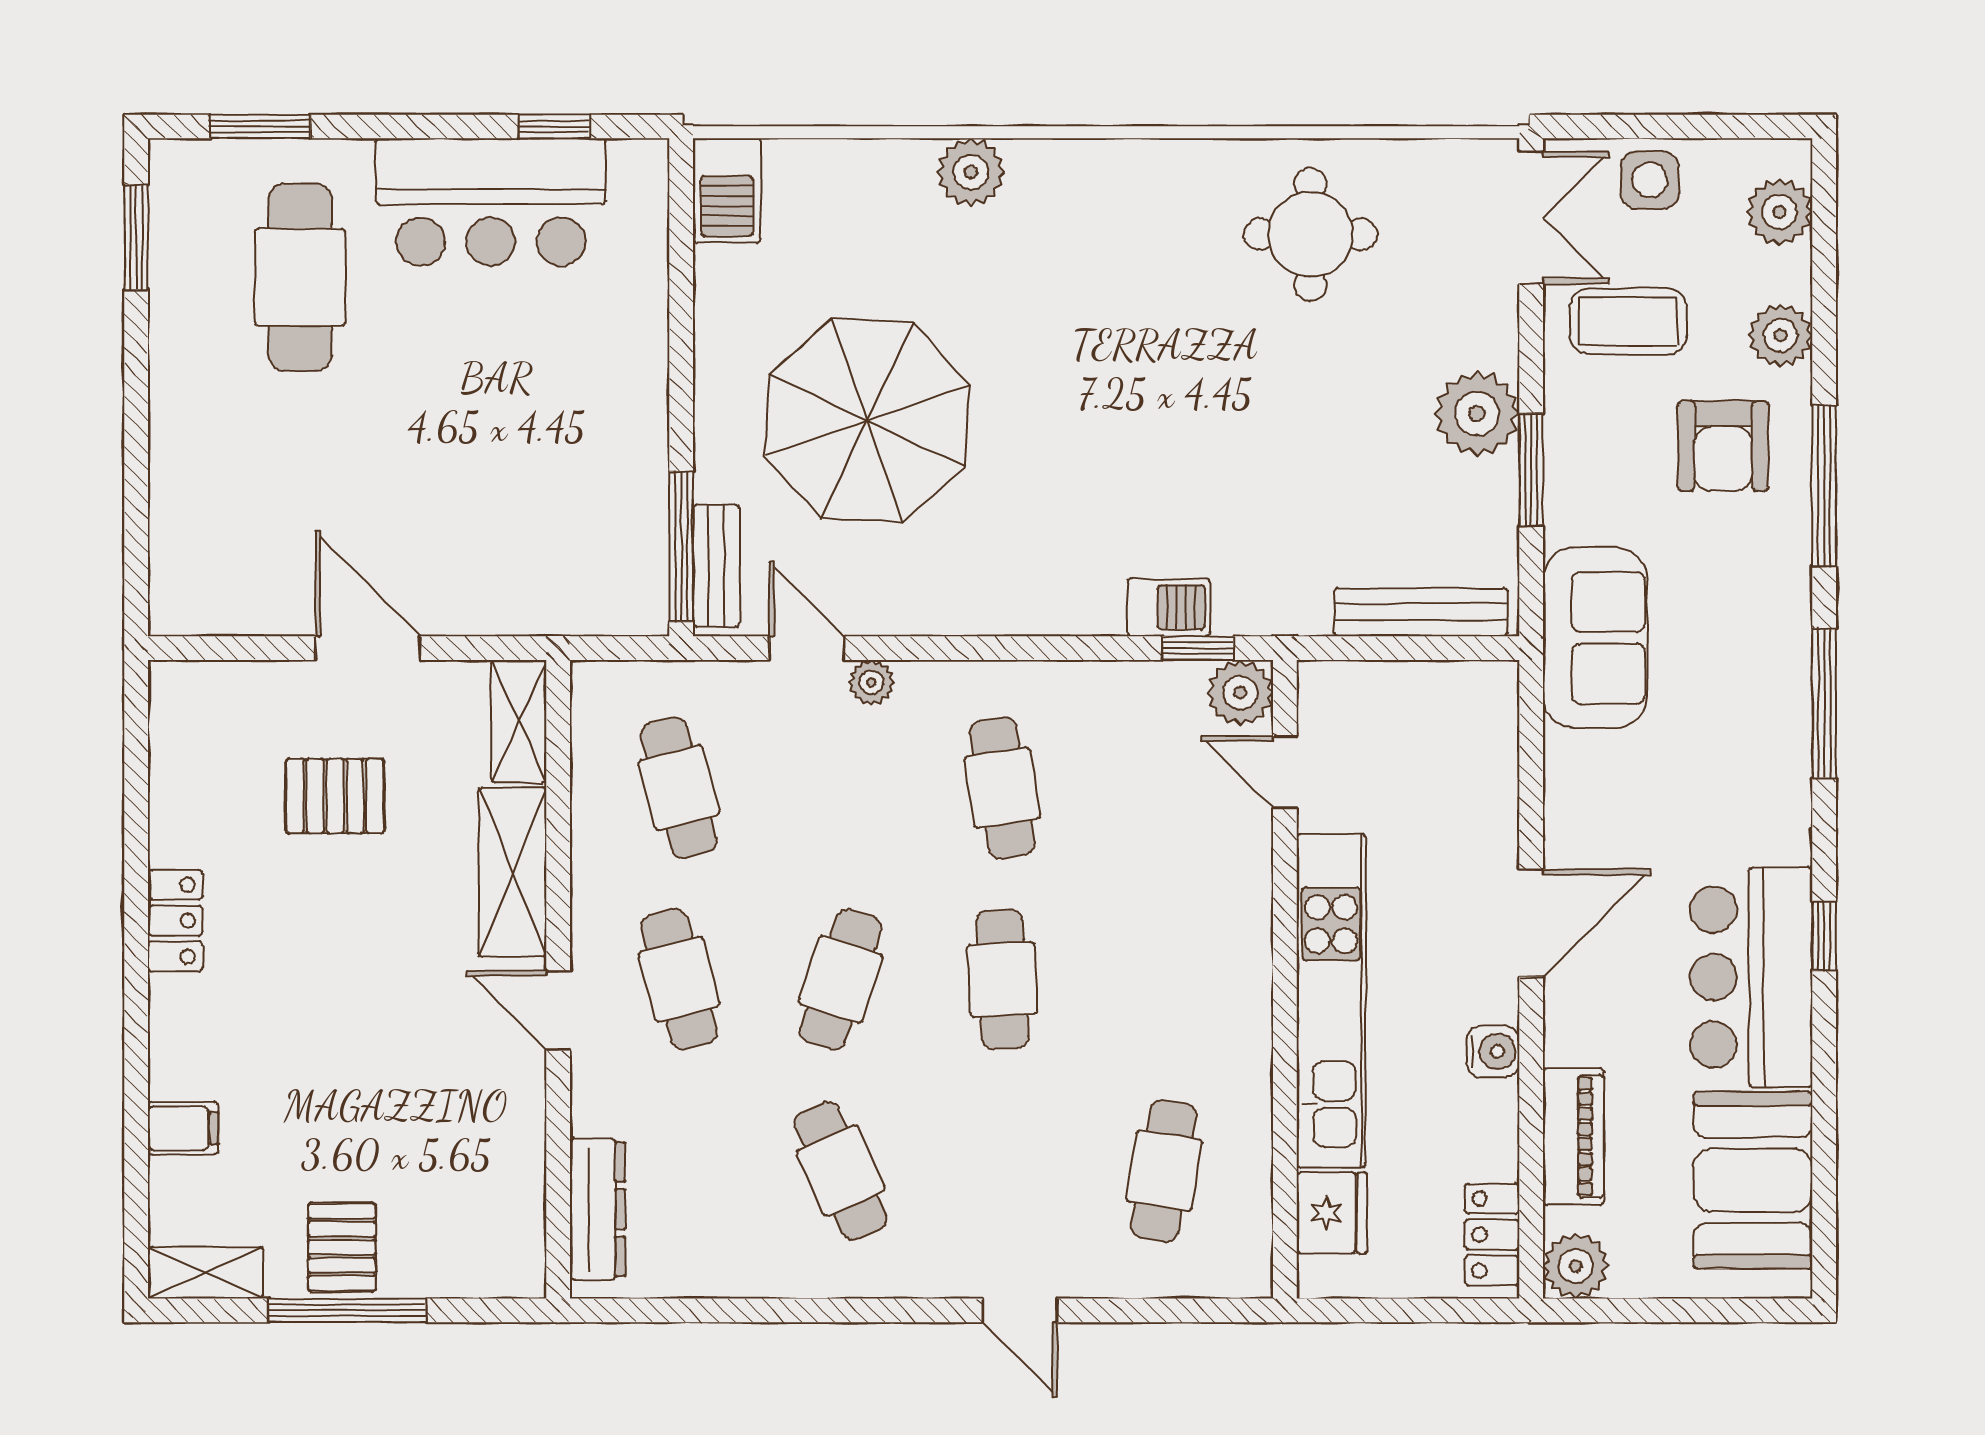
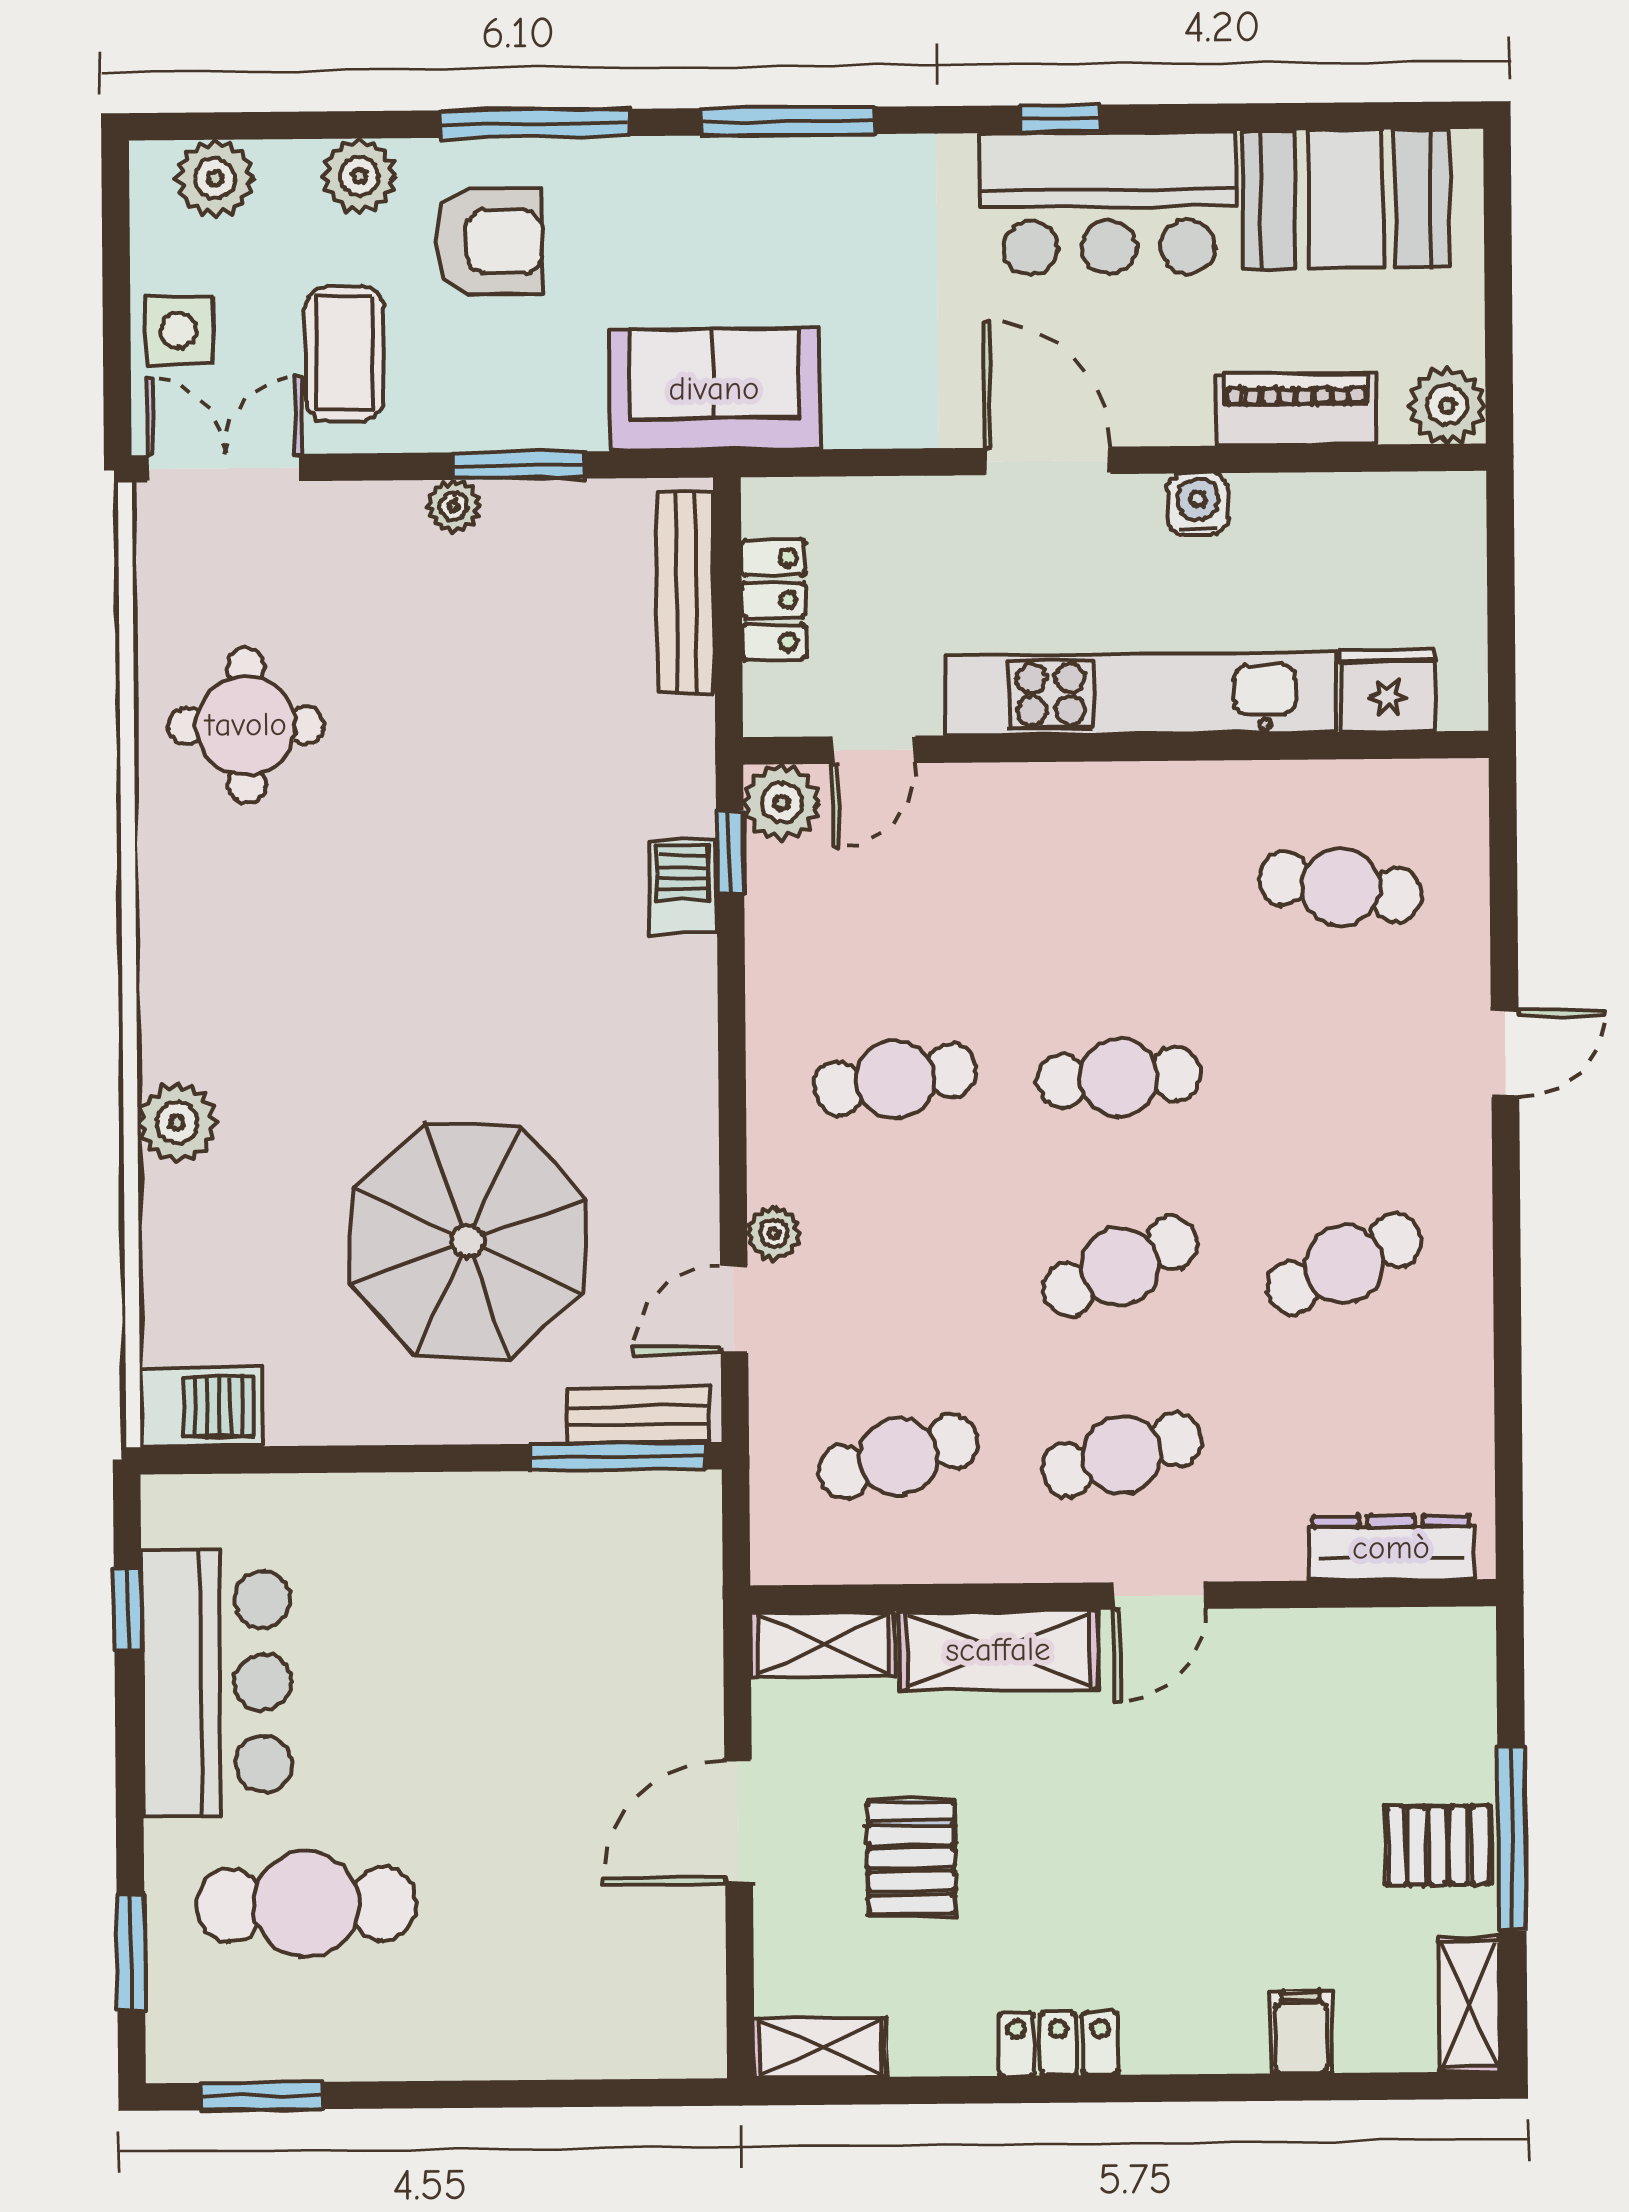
plant: (1477, 414) -> (453, 506), width x0.53, depth x0.53
shelving: (173, 716) -> (820, 2048), added
cafe table: (841, 979) -> (1120, 1266), turned -42
locker: (1492, 1235) -> (774, 600), moved, turned -90

